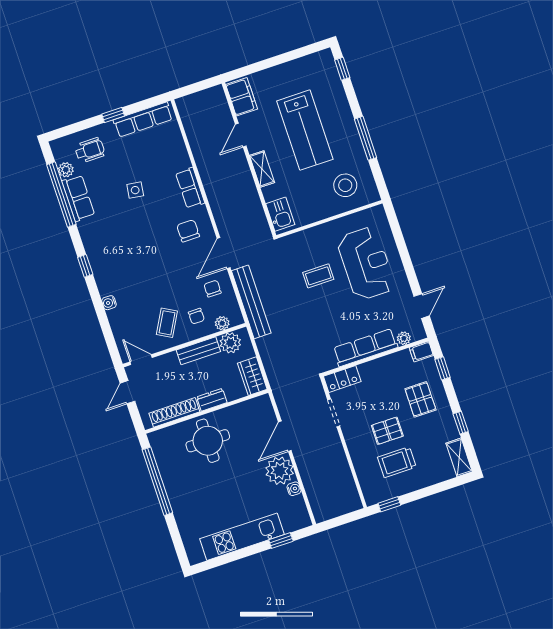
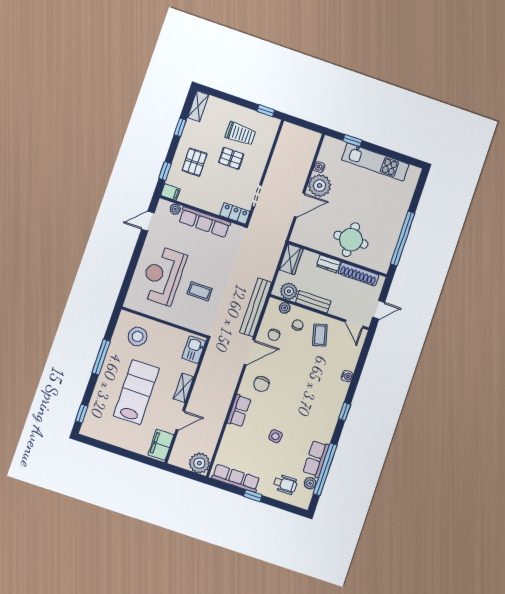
plant: (190, 107) -> (199, 463), added
wheelchair: (90, 150) -> (285, 484), turned 180
coffee table: (167, 323) -> (320, 335), turned -44

